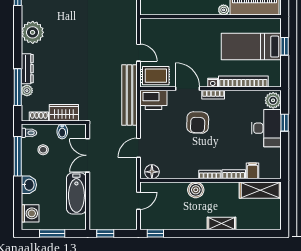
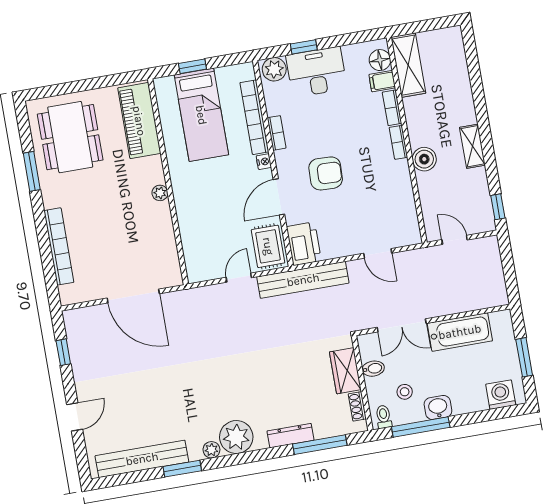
plant: (224, 10) -> (160, 193), moved
plant: (27, 91) -> (211, 450), moved
bookcase: (213, 95) -> (277, 133), moved
floor lamp: (152, 172) -> (380, 60), moved
washbasin: (29, 185) -> (438, 407), moved
shelving: (222, 223) -> (472, 146), moved
window: (105, 233) -> (511, 280), removed

